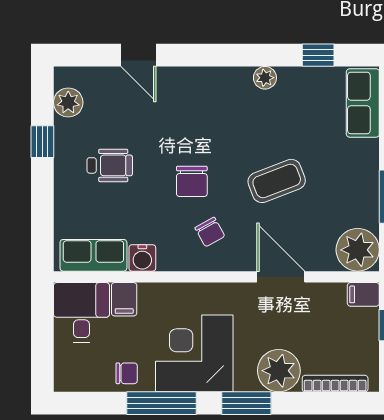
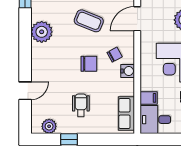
plant: (265, 78) -> (42, 32), width x1.88, depth x1.88
coffee table: (277, 181) -> (89, 21), turned -47
water cooler: (142, 258) -> (128, 71), moved

